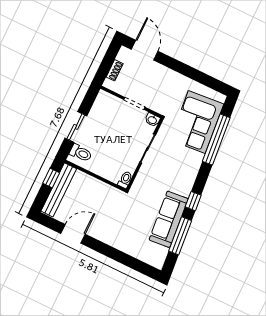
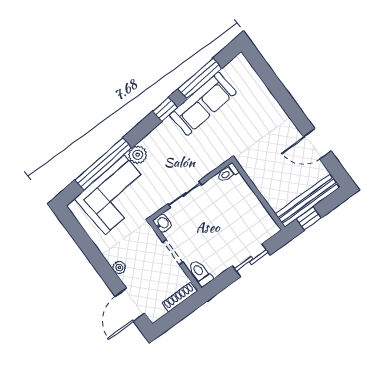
shoe rack: (115, 70) -> (179, 297), width x1.43
plant: (166, 72) -> (119, 268), added
toilet: (81, 153) -> (200, 273), moved
plant: (195, 159) -> (138, 155), added

